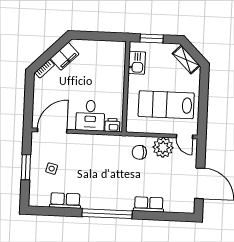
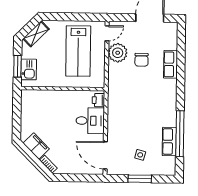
kitchen sink: (137, 63) -> (29, 69), moved, turned 90
chair: (139, 152) -> (142, 60), moved
window: (107, 214) -> (180, 134), moved

